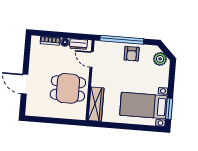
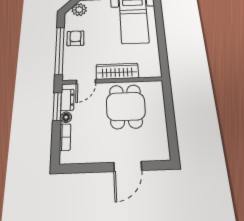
window: (74, 36) -> (57, 106), added
armchair: (132, 54) -> (75, 38), turned -90
wardrobe: (96, 104) -> (117, 71), moved

